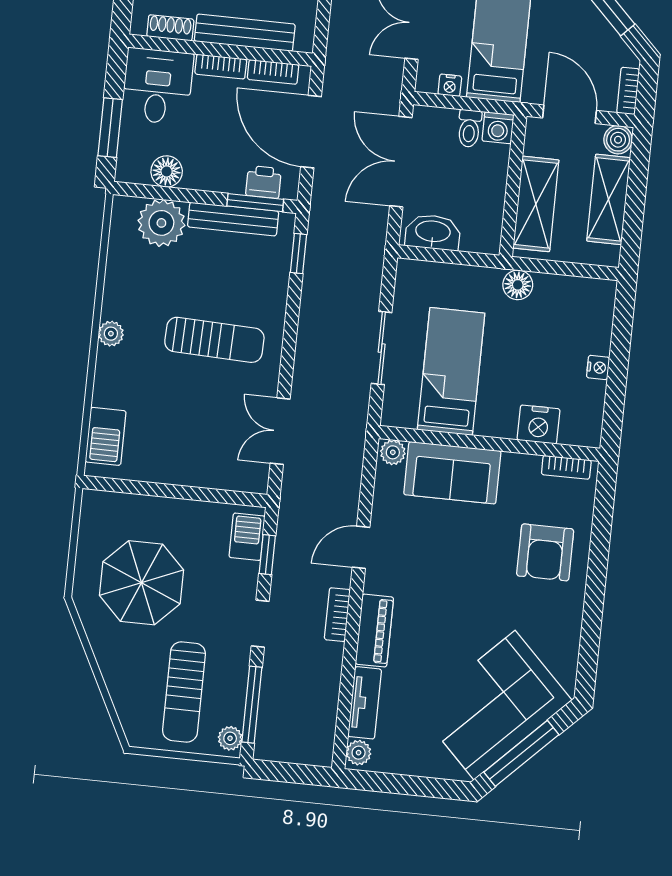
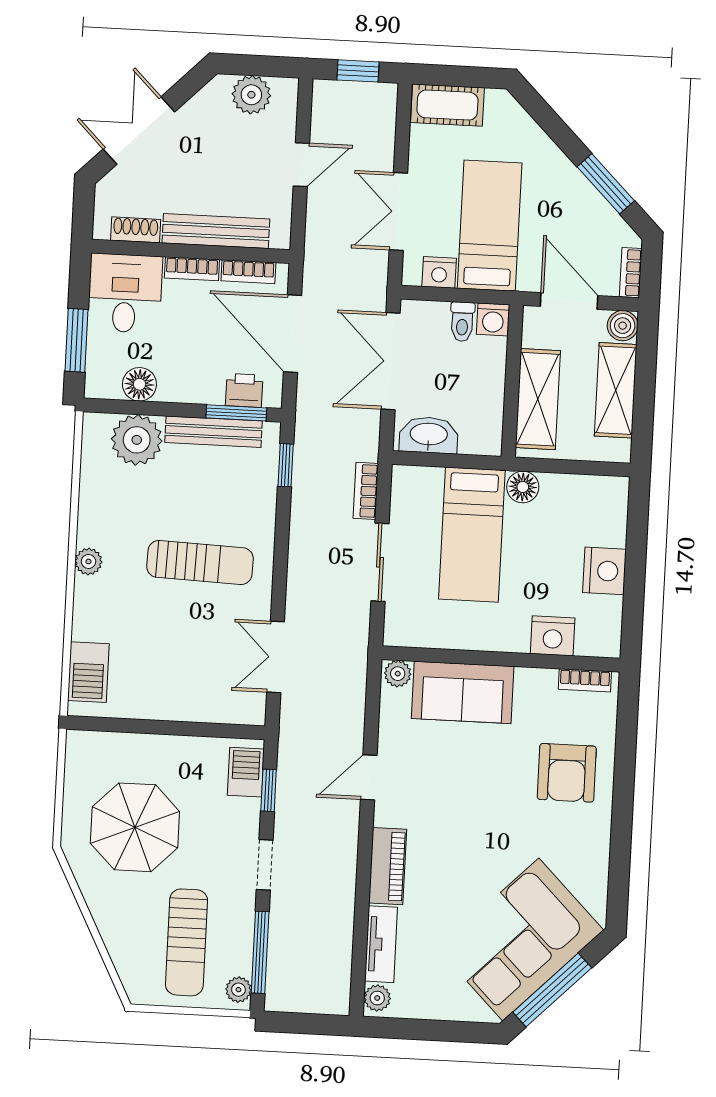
nightstand: (450, 85) -> (439, 272), width x1.39, depth x1.35
nightstand: (598, 367) -> (604, 571), width x1.89, depth x1.79
bed: (451, 371) -> (472, 535), moved, turned 180
bookcase: (337, 615) -> (366, 491), moved

